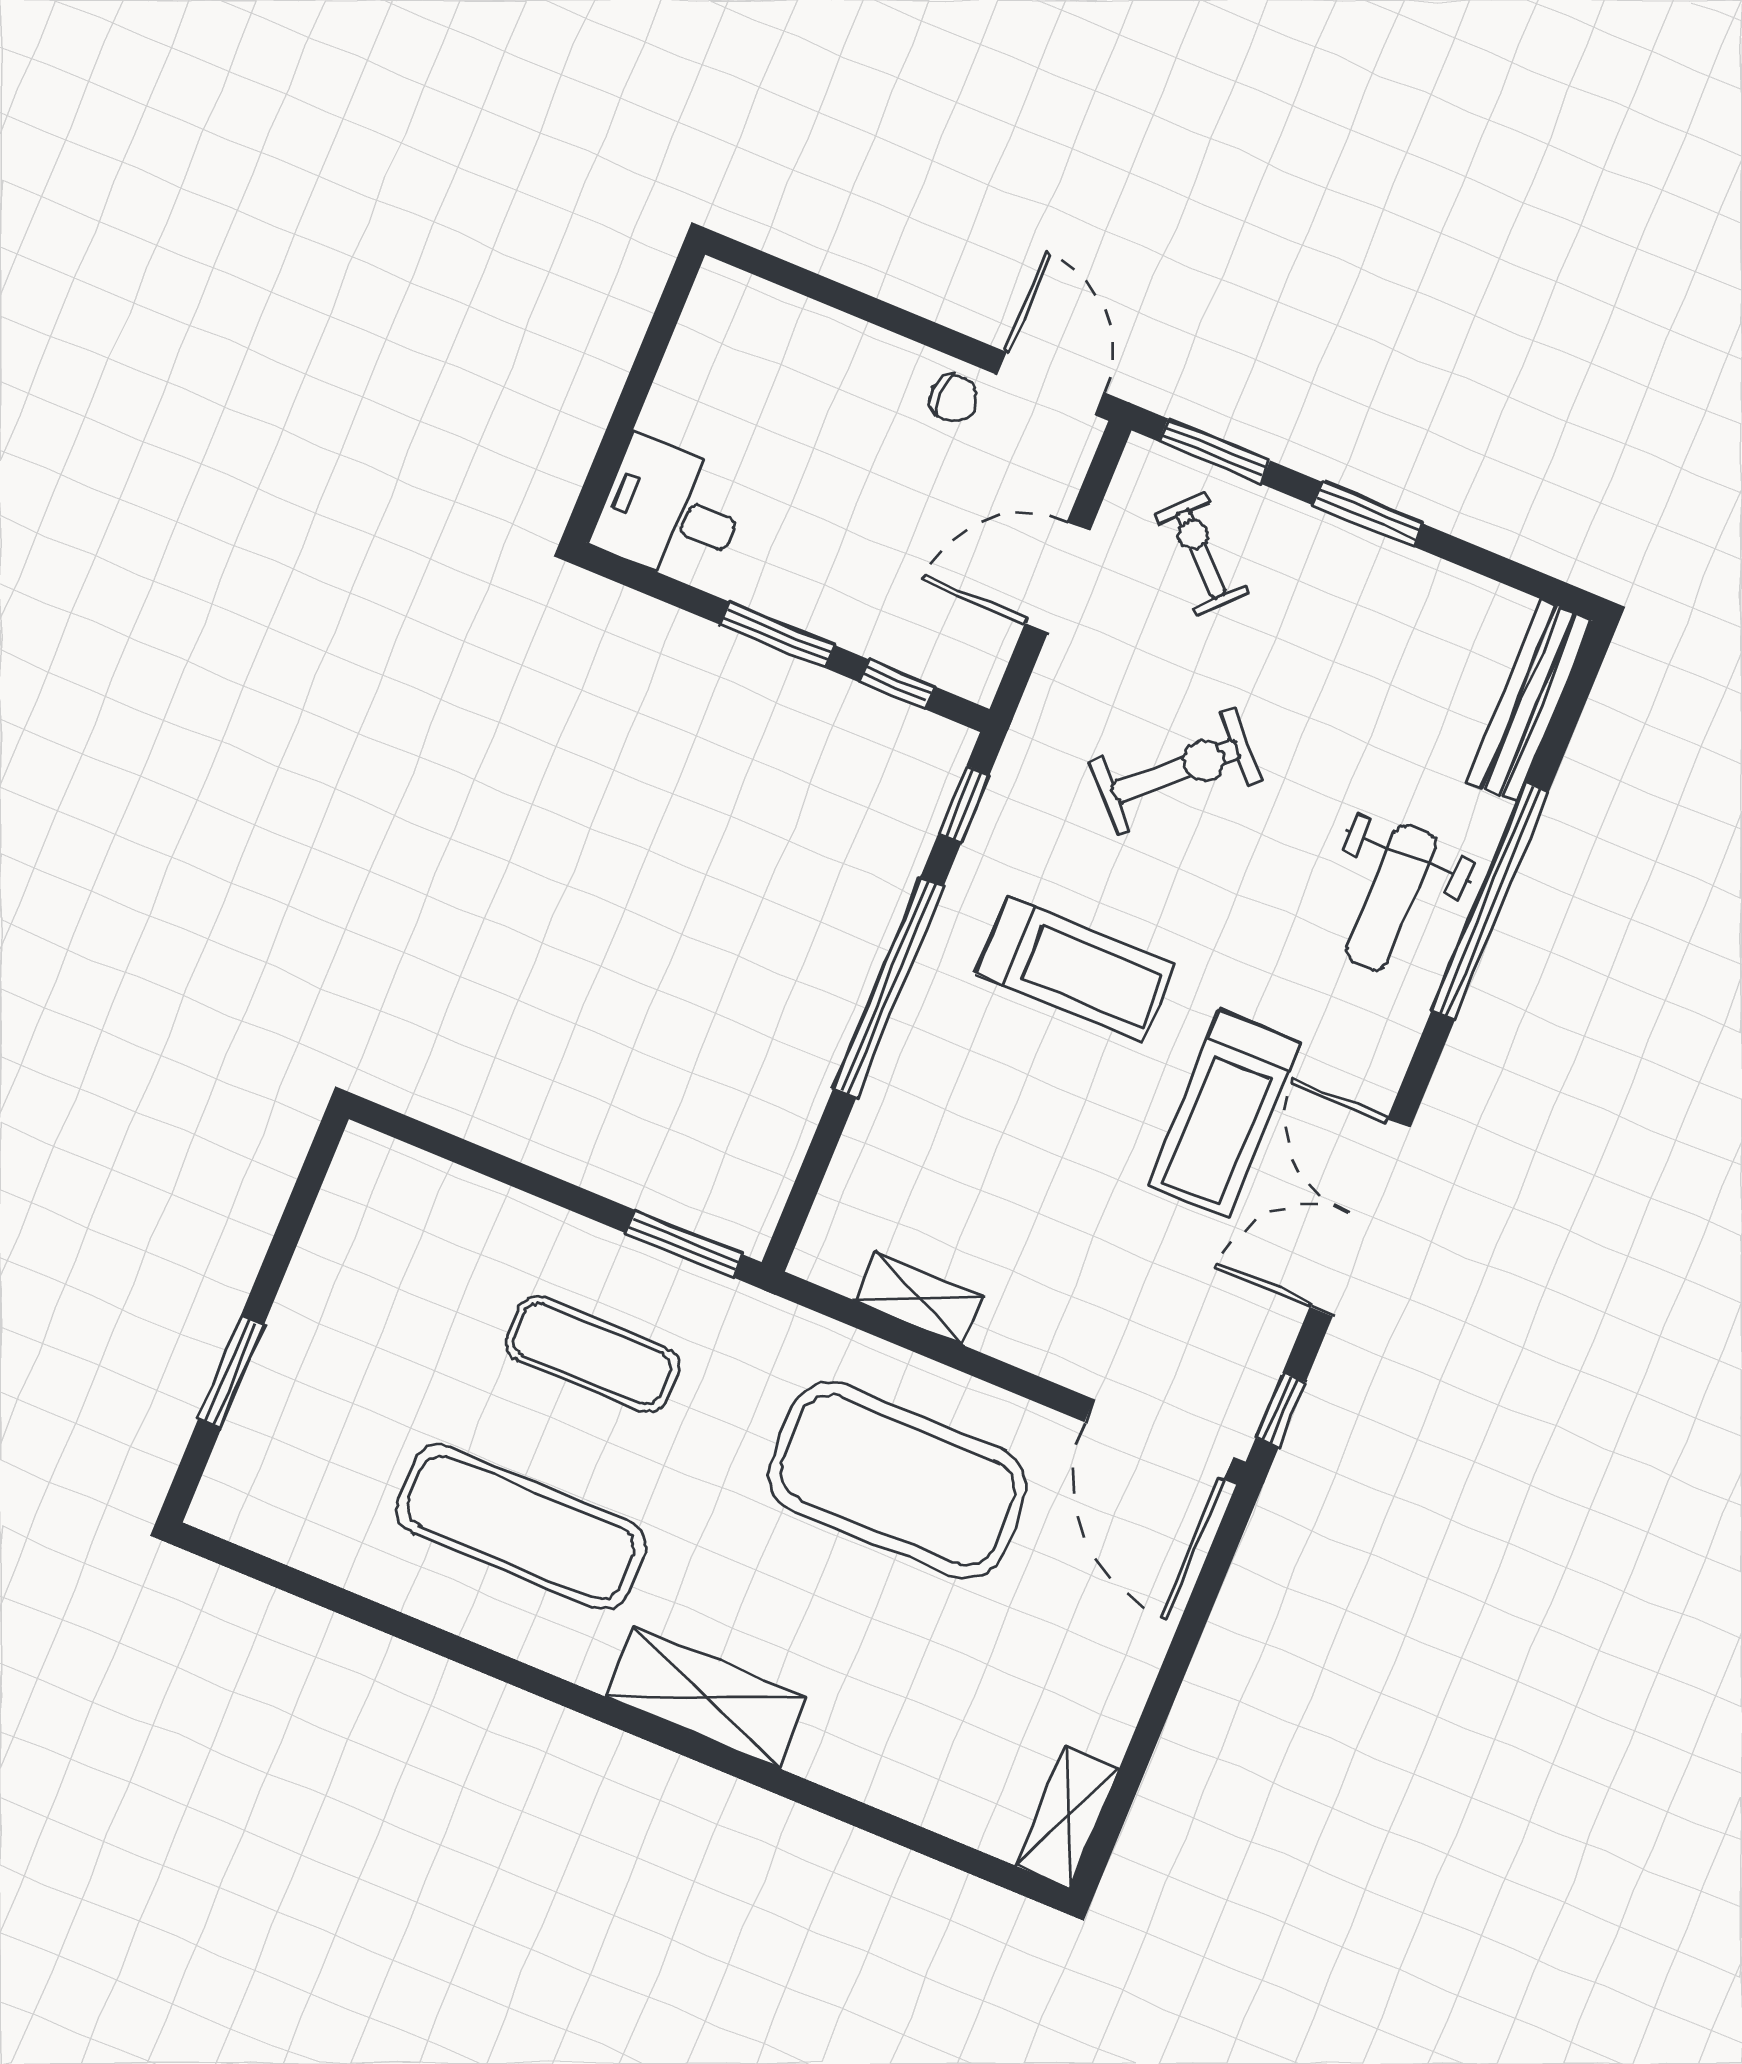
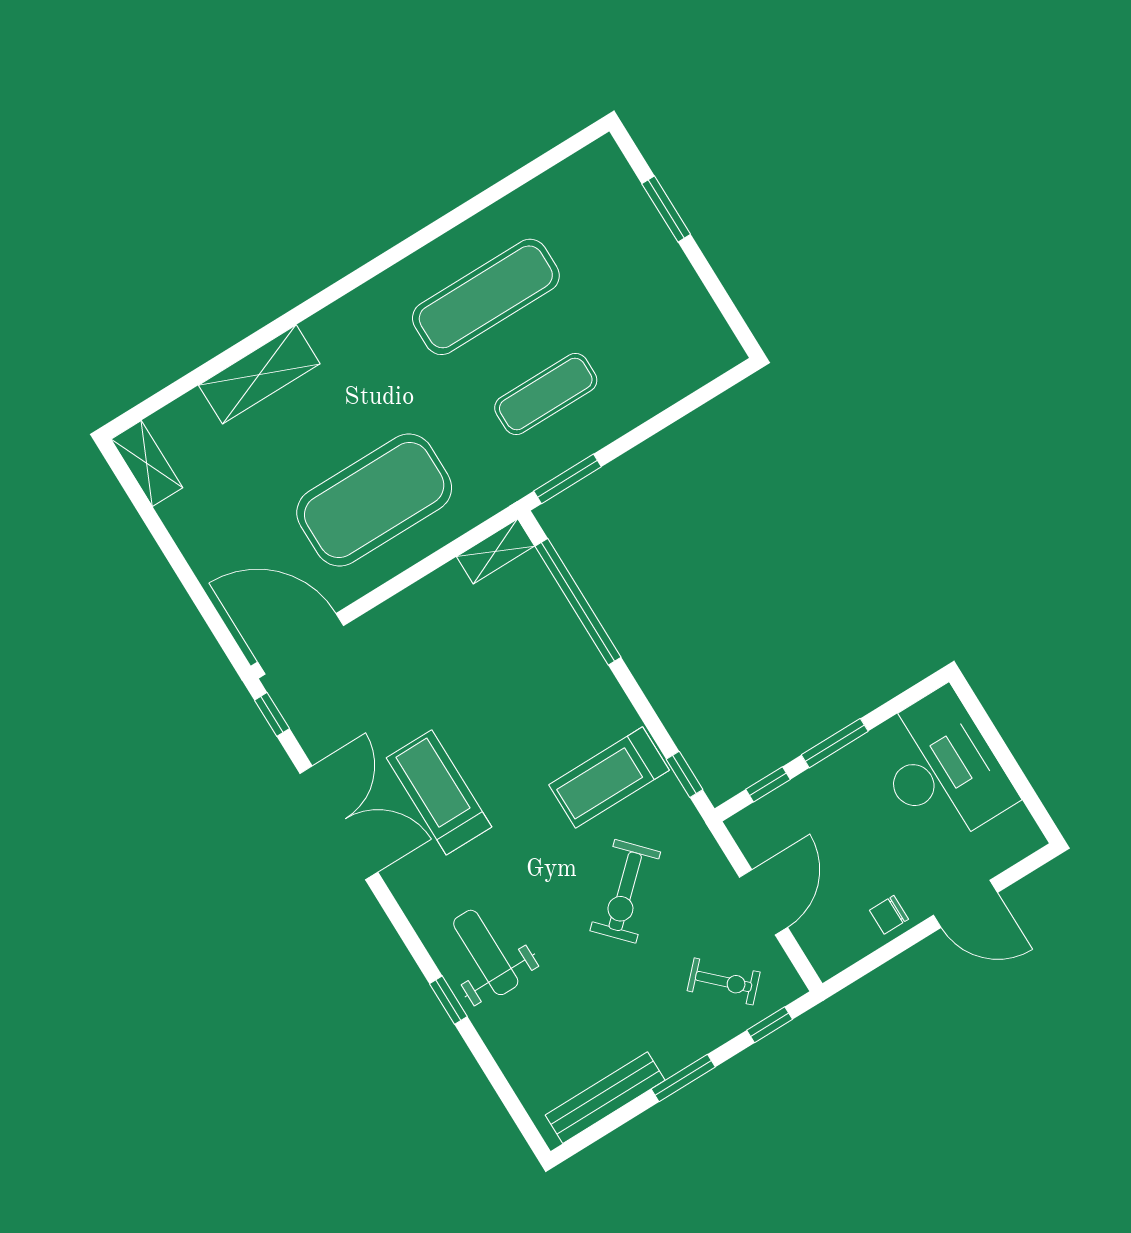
door: (1050, 383) -> (965, 904), moved
window: (1214, 451) -> (770, 1025), width x0.67
desk: (670, 512) -> (941, 768), width x1.87, depth x1.30
bench: (1529, 701) -> (605, 1098), moved, turned 90
window: (1490, 901) -> (448, 1000), width x0.32
treadmill: (1075, 969) -> (609, 778), moved
window: (888, 987) -> (578, 602), moved
shelving: (919, 1298) -> (496, 551), moved
shelving: (706, 1698) -> (259, 374), moved

